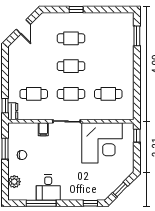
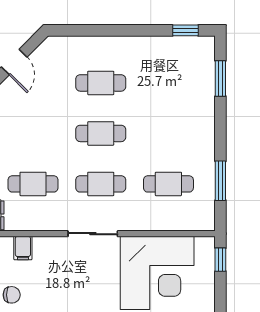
window: (76, 9) -> (185, 30), moved
window: (137, 92) -> (220, 181), added
filing cabinet: (43, 129) -> (23, 248), moved

